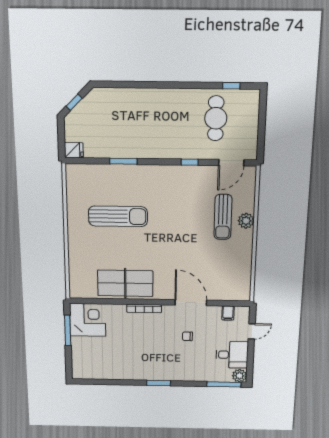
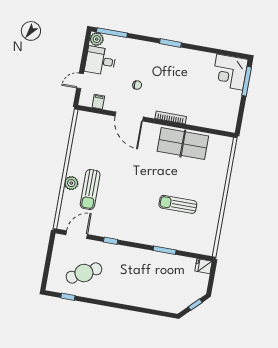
cafe table: (216, 118) -> (84, 273), turned 61
sun lounger: (118, 216) -> (178, 204), width x0.73, depth x0.75
sun lounger: (223, 217) -> (90, 190), turned 180
corner desk: (88, 320) -> (230, 72), moved
window: (68, 330) -> (247, 81), moved

